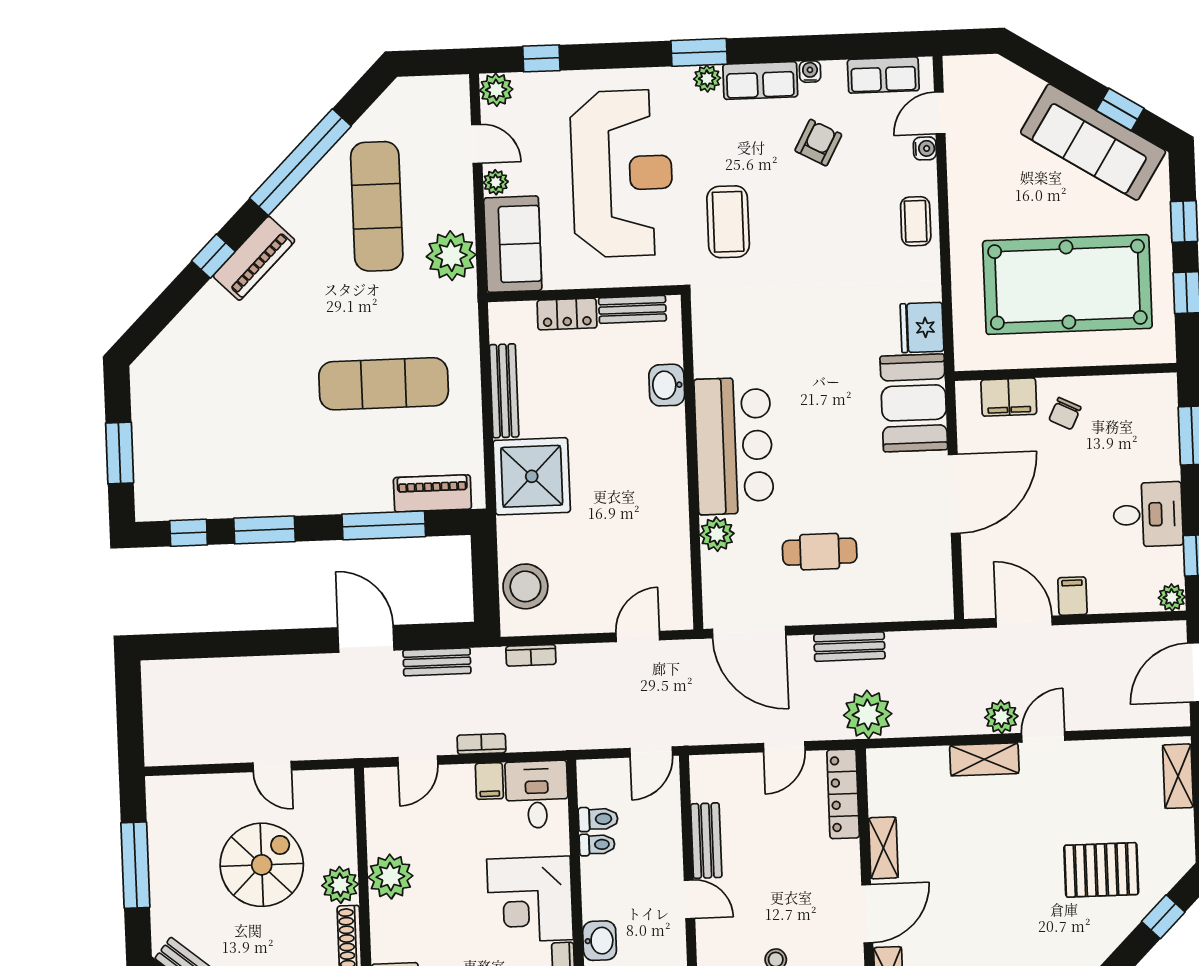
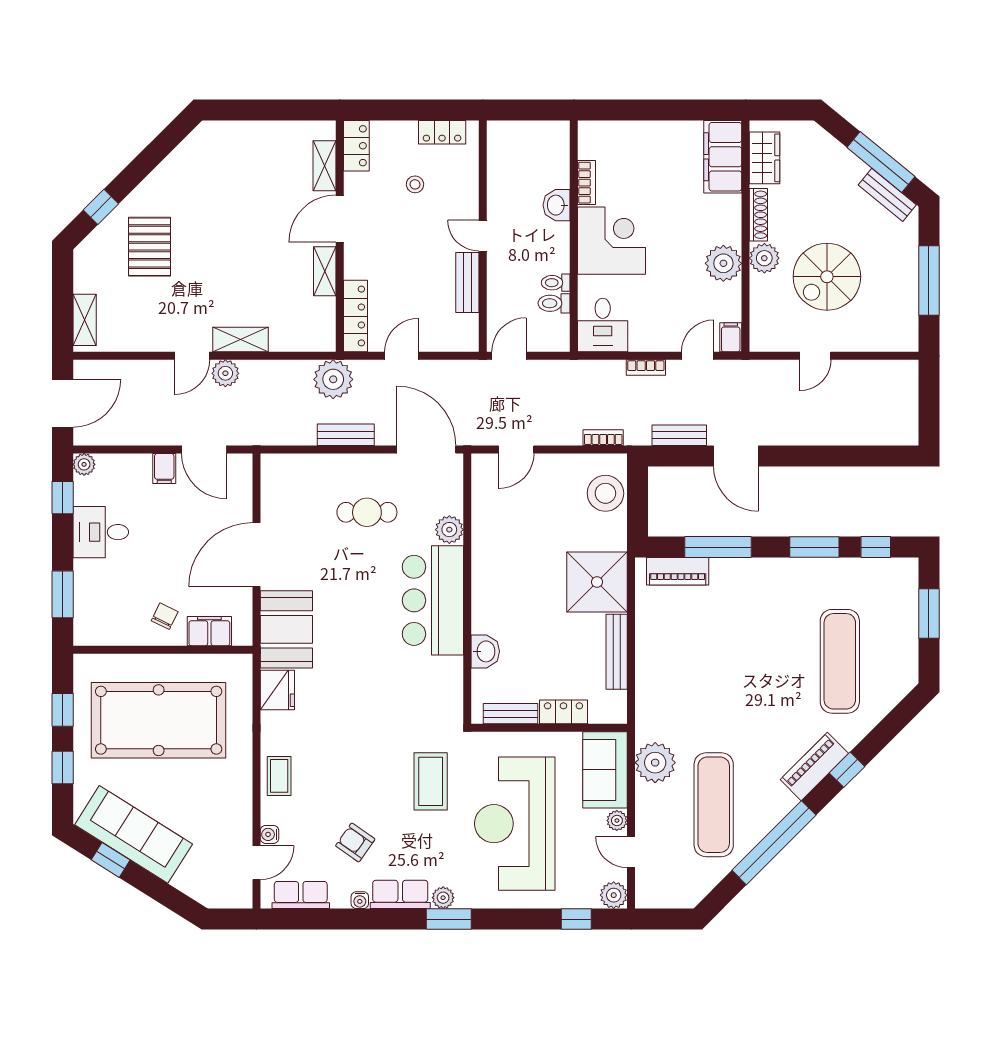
armchair: (818, 143) -> (355, 842), turned 97
exercise mat: (384, 384) -> (840, 661), moved, turned 90
door: (272, 767) -> (815, 356), swing flipped
filing cabinet: (489, 781) -> (731, 337), moved
pallet: (1101, 870) -> (149, 247), turned 90

